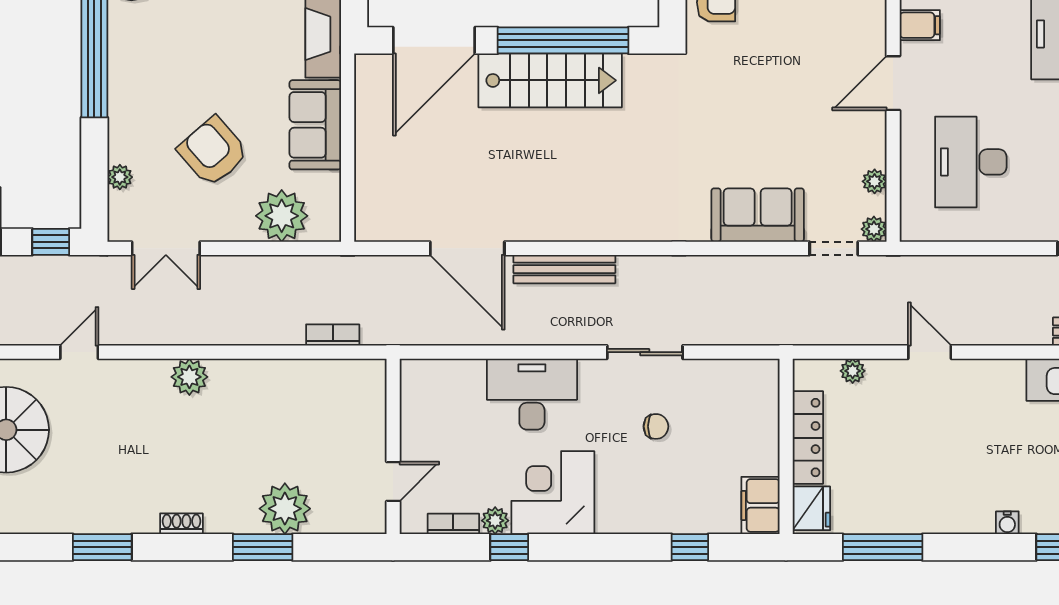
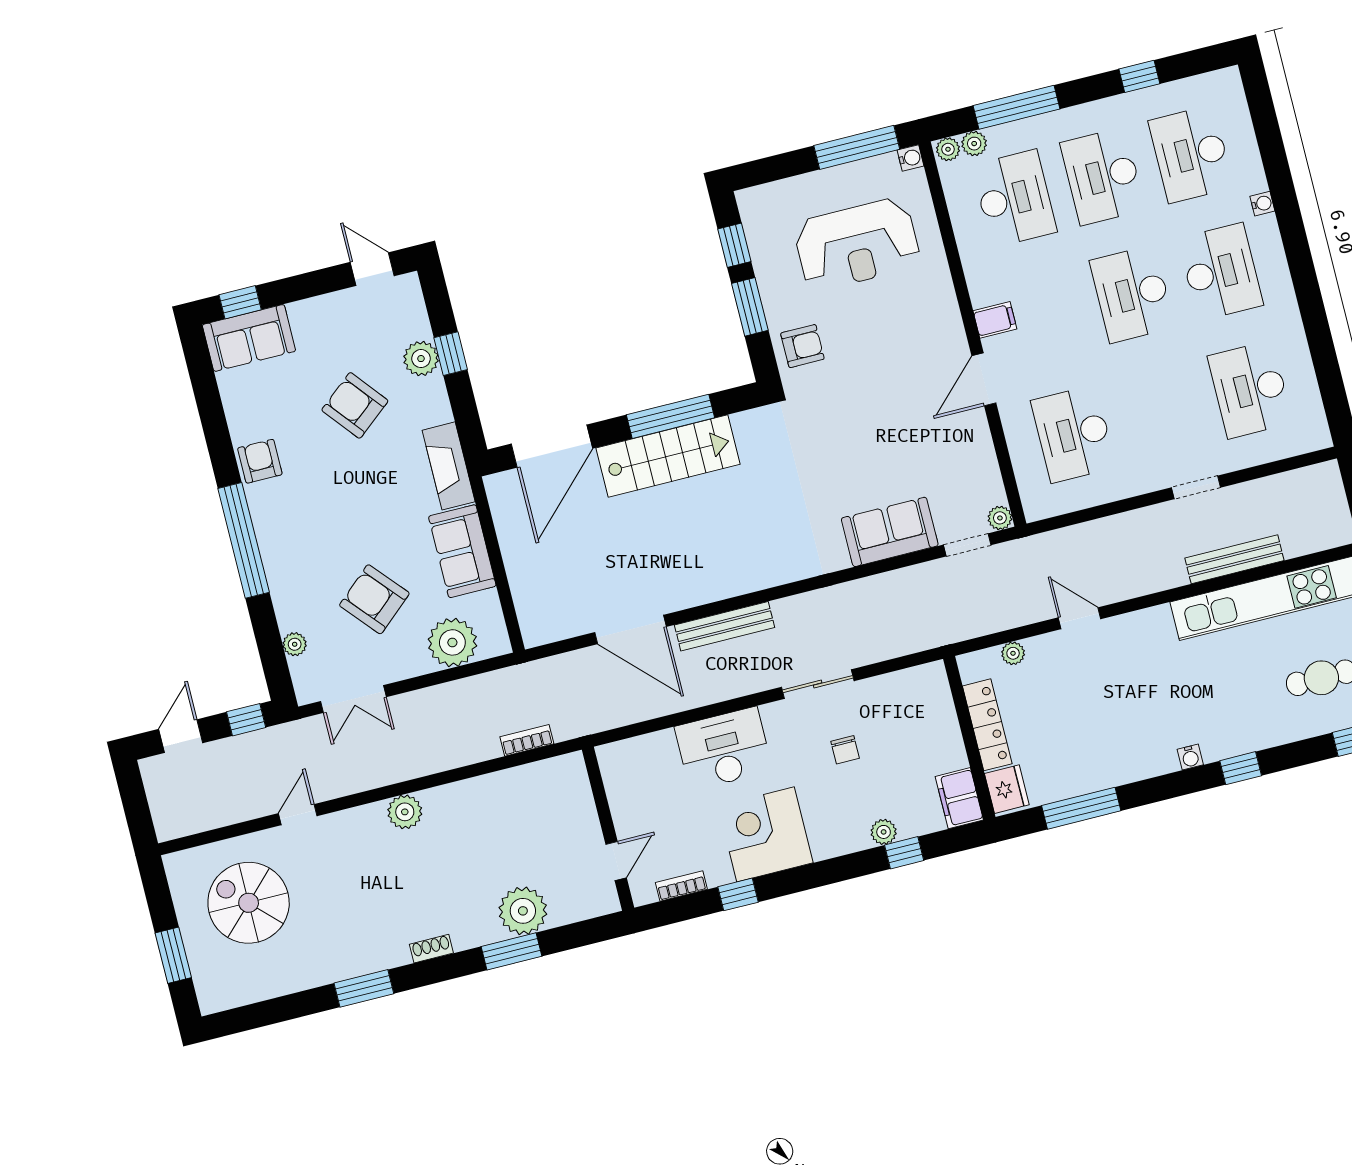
window: (563, 40) -> (671, 416), width x0.68
plant: (875, 181) -> (989, 474), removed
chair: (656, 426) -> (845, 750), turned 90
plant: (495, 521) -> (884, 832), moved

